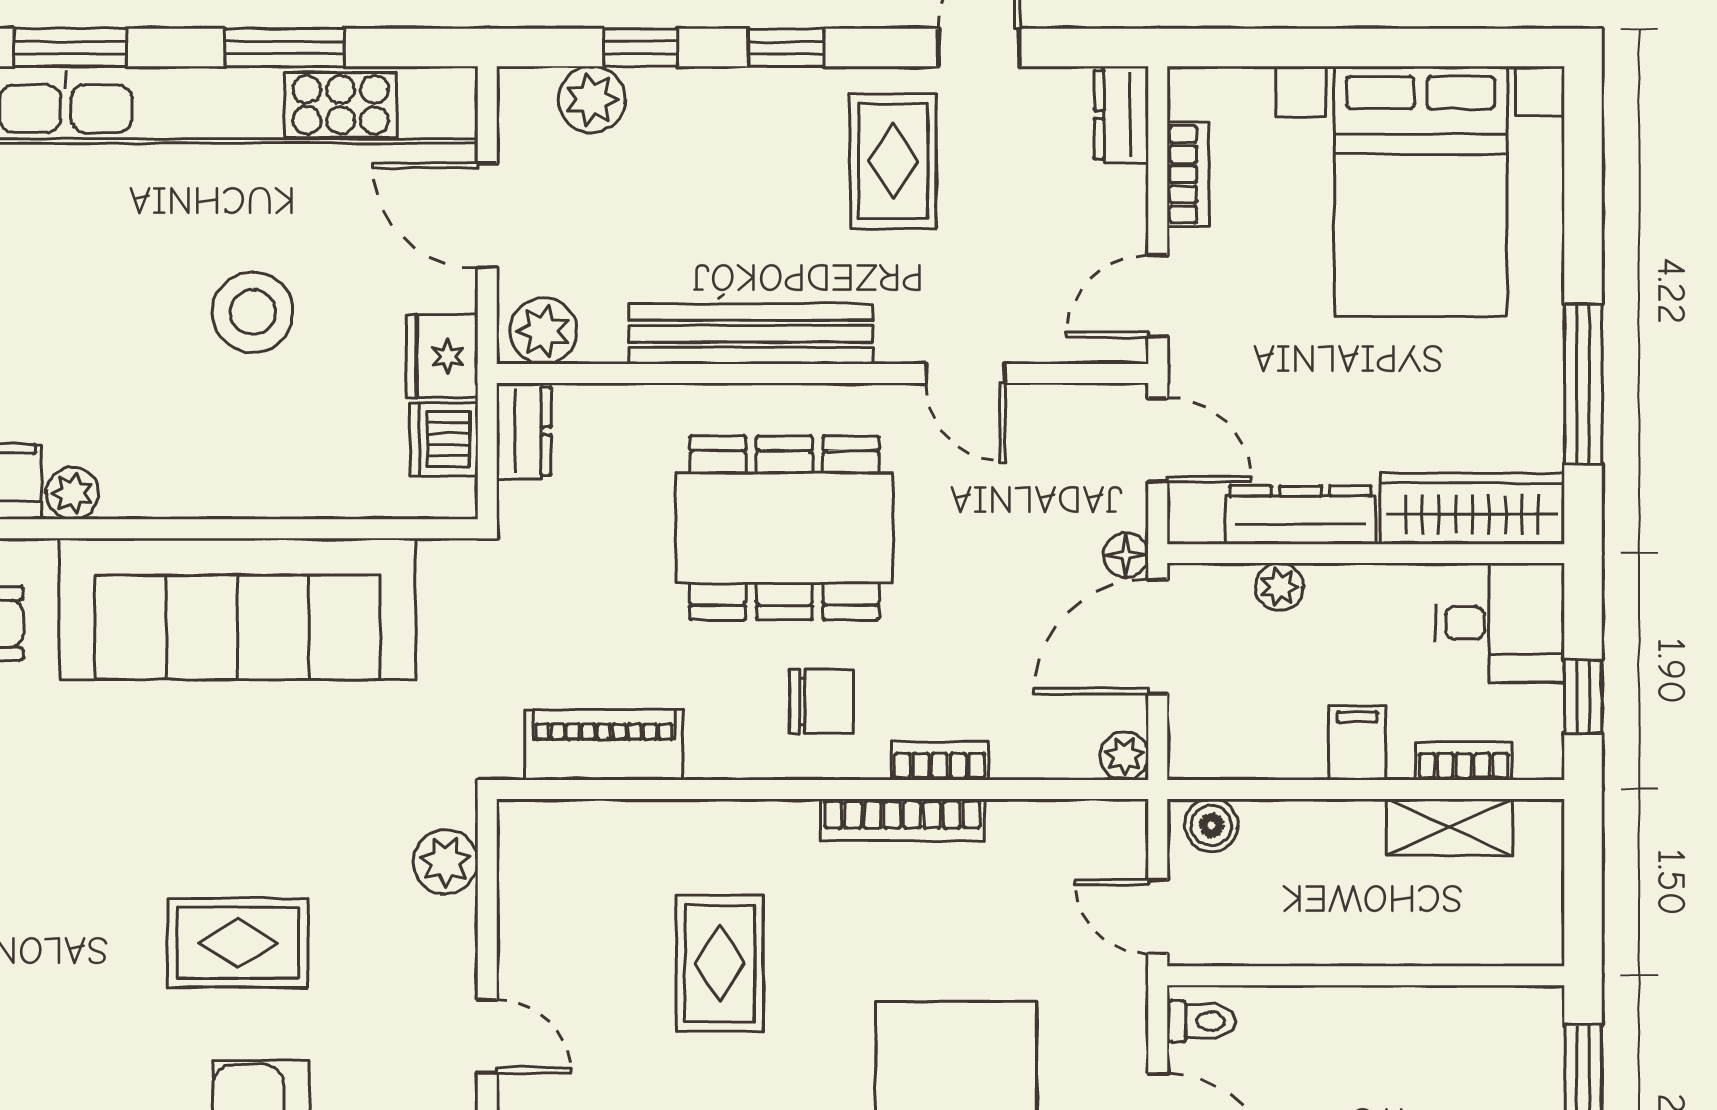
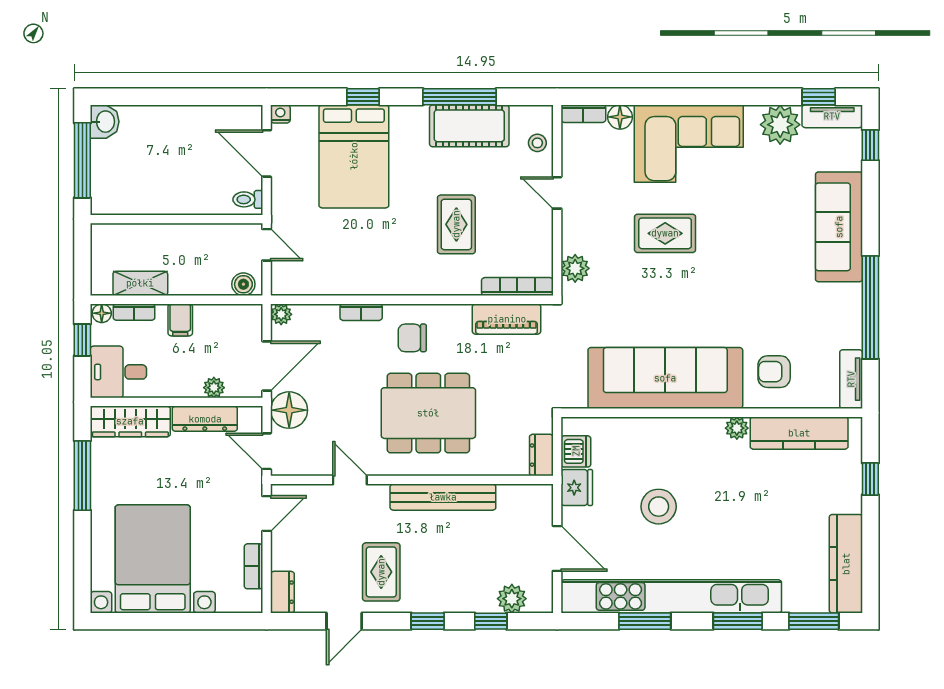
plant: (543, 331) -> (533, 498), removed
floor lamp: (1126, 555) -> (289, 410), width x1.89, depth x1.89
floor lamp: (1538, 758) -> (102, 313), added
bookcase: (902, 820) -> (517, 287), moved

